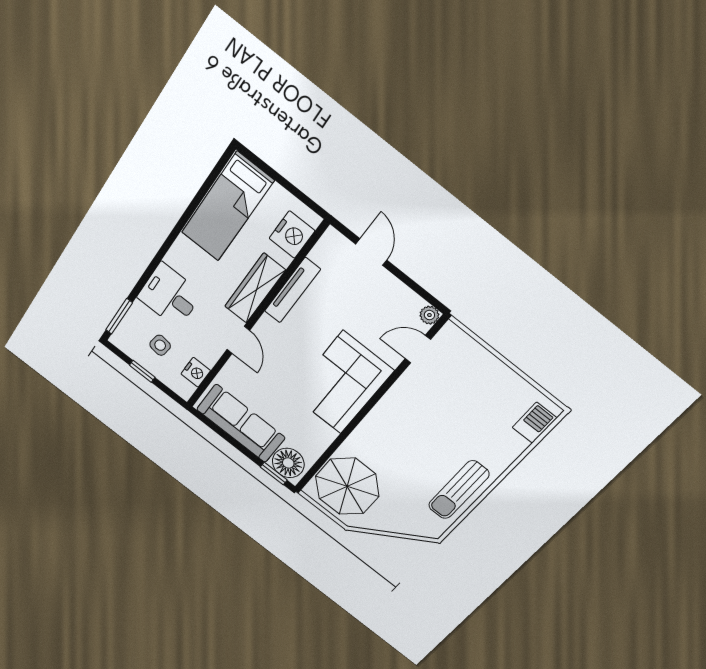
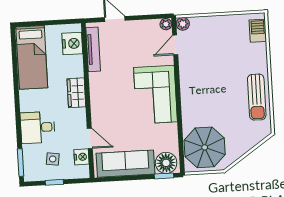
wardrobe: (255, 288) -> (76, 93), width x0.67
tv unit: (292, 290) -> (93, 49), moved
plant: (451, 333) -> (183, 24), added
door: (238, 340) -> (90, 138), moved

